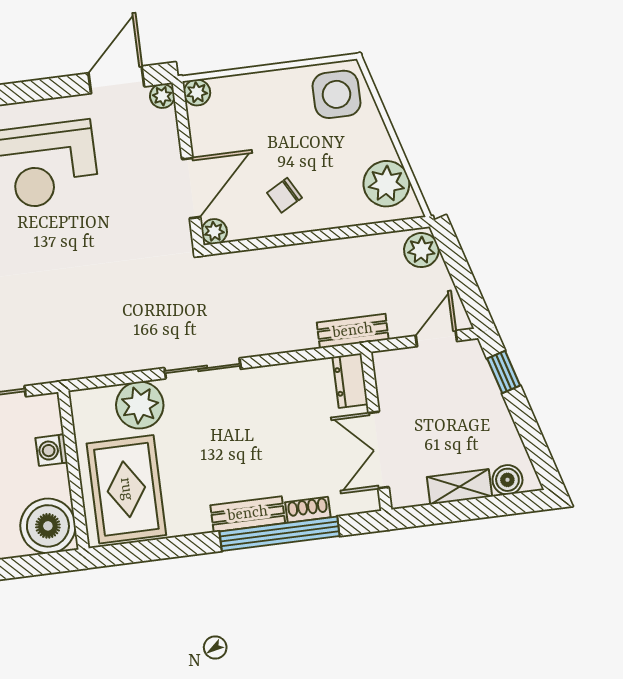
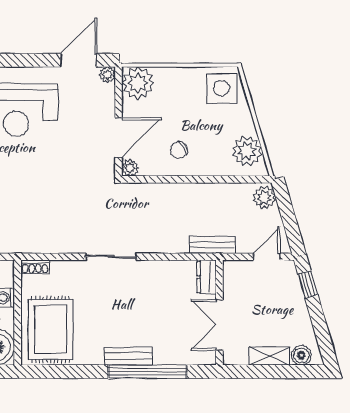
plant: (197, 92) -> (138, 83), width x1.87, depth x1.87
plant: (140, 405) -> (67, 276), removed
shoe rack: (308, 510) -> (35, 267), moved, turned 180

